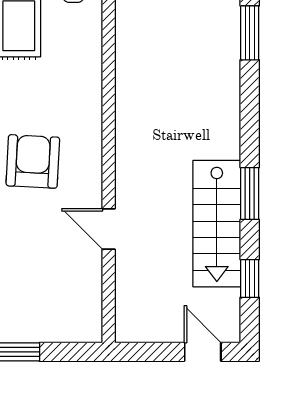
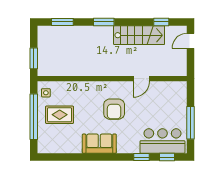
armchair: (33, 161) -> (114, 109), turned -93
window: (250, 194) -> (104, 22), moved

